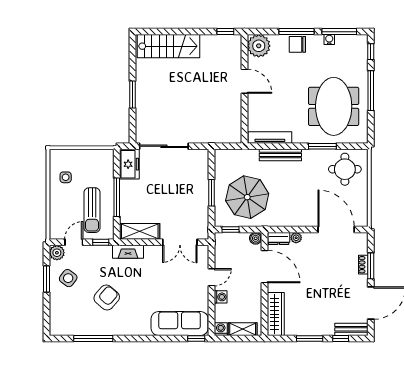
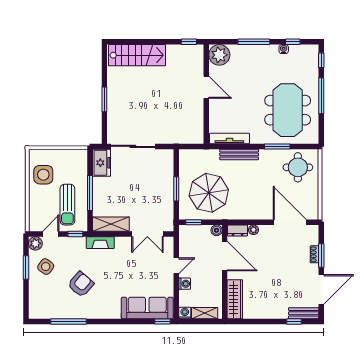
window: (339, 32) -> (293, 42), width x0.46
chair: (297, 44) -> (255, 54), removed
side table: (66, 177) -> (43, 175), width x1.87, depth x1.87
window: (310, 338) -> (266, 322), removed

